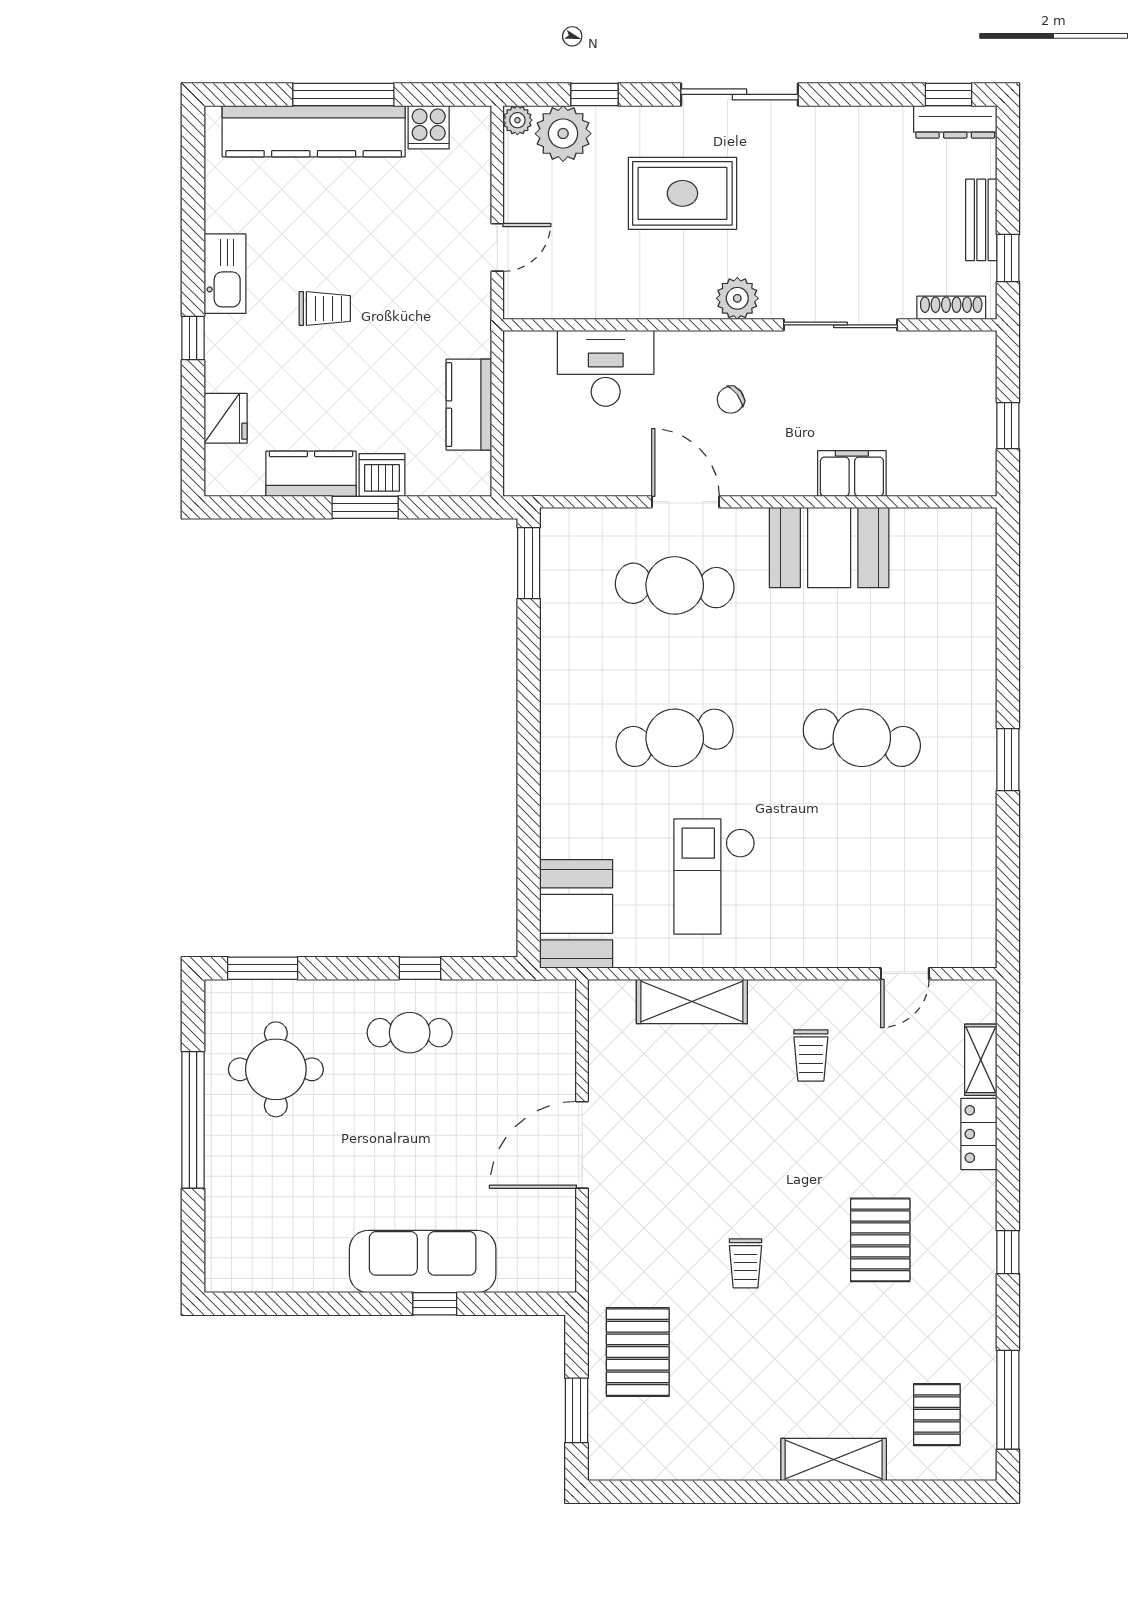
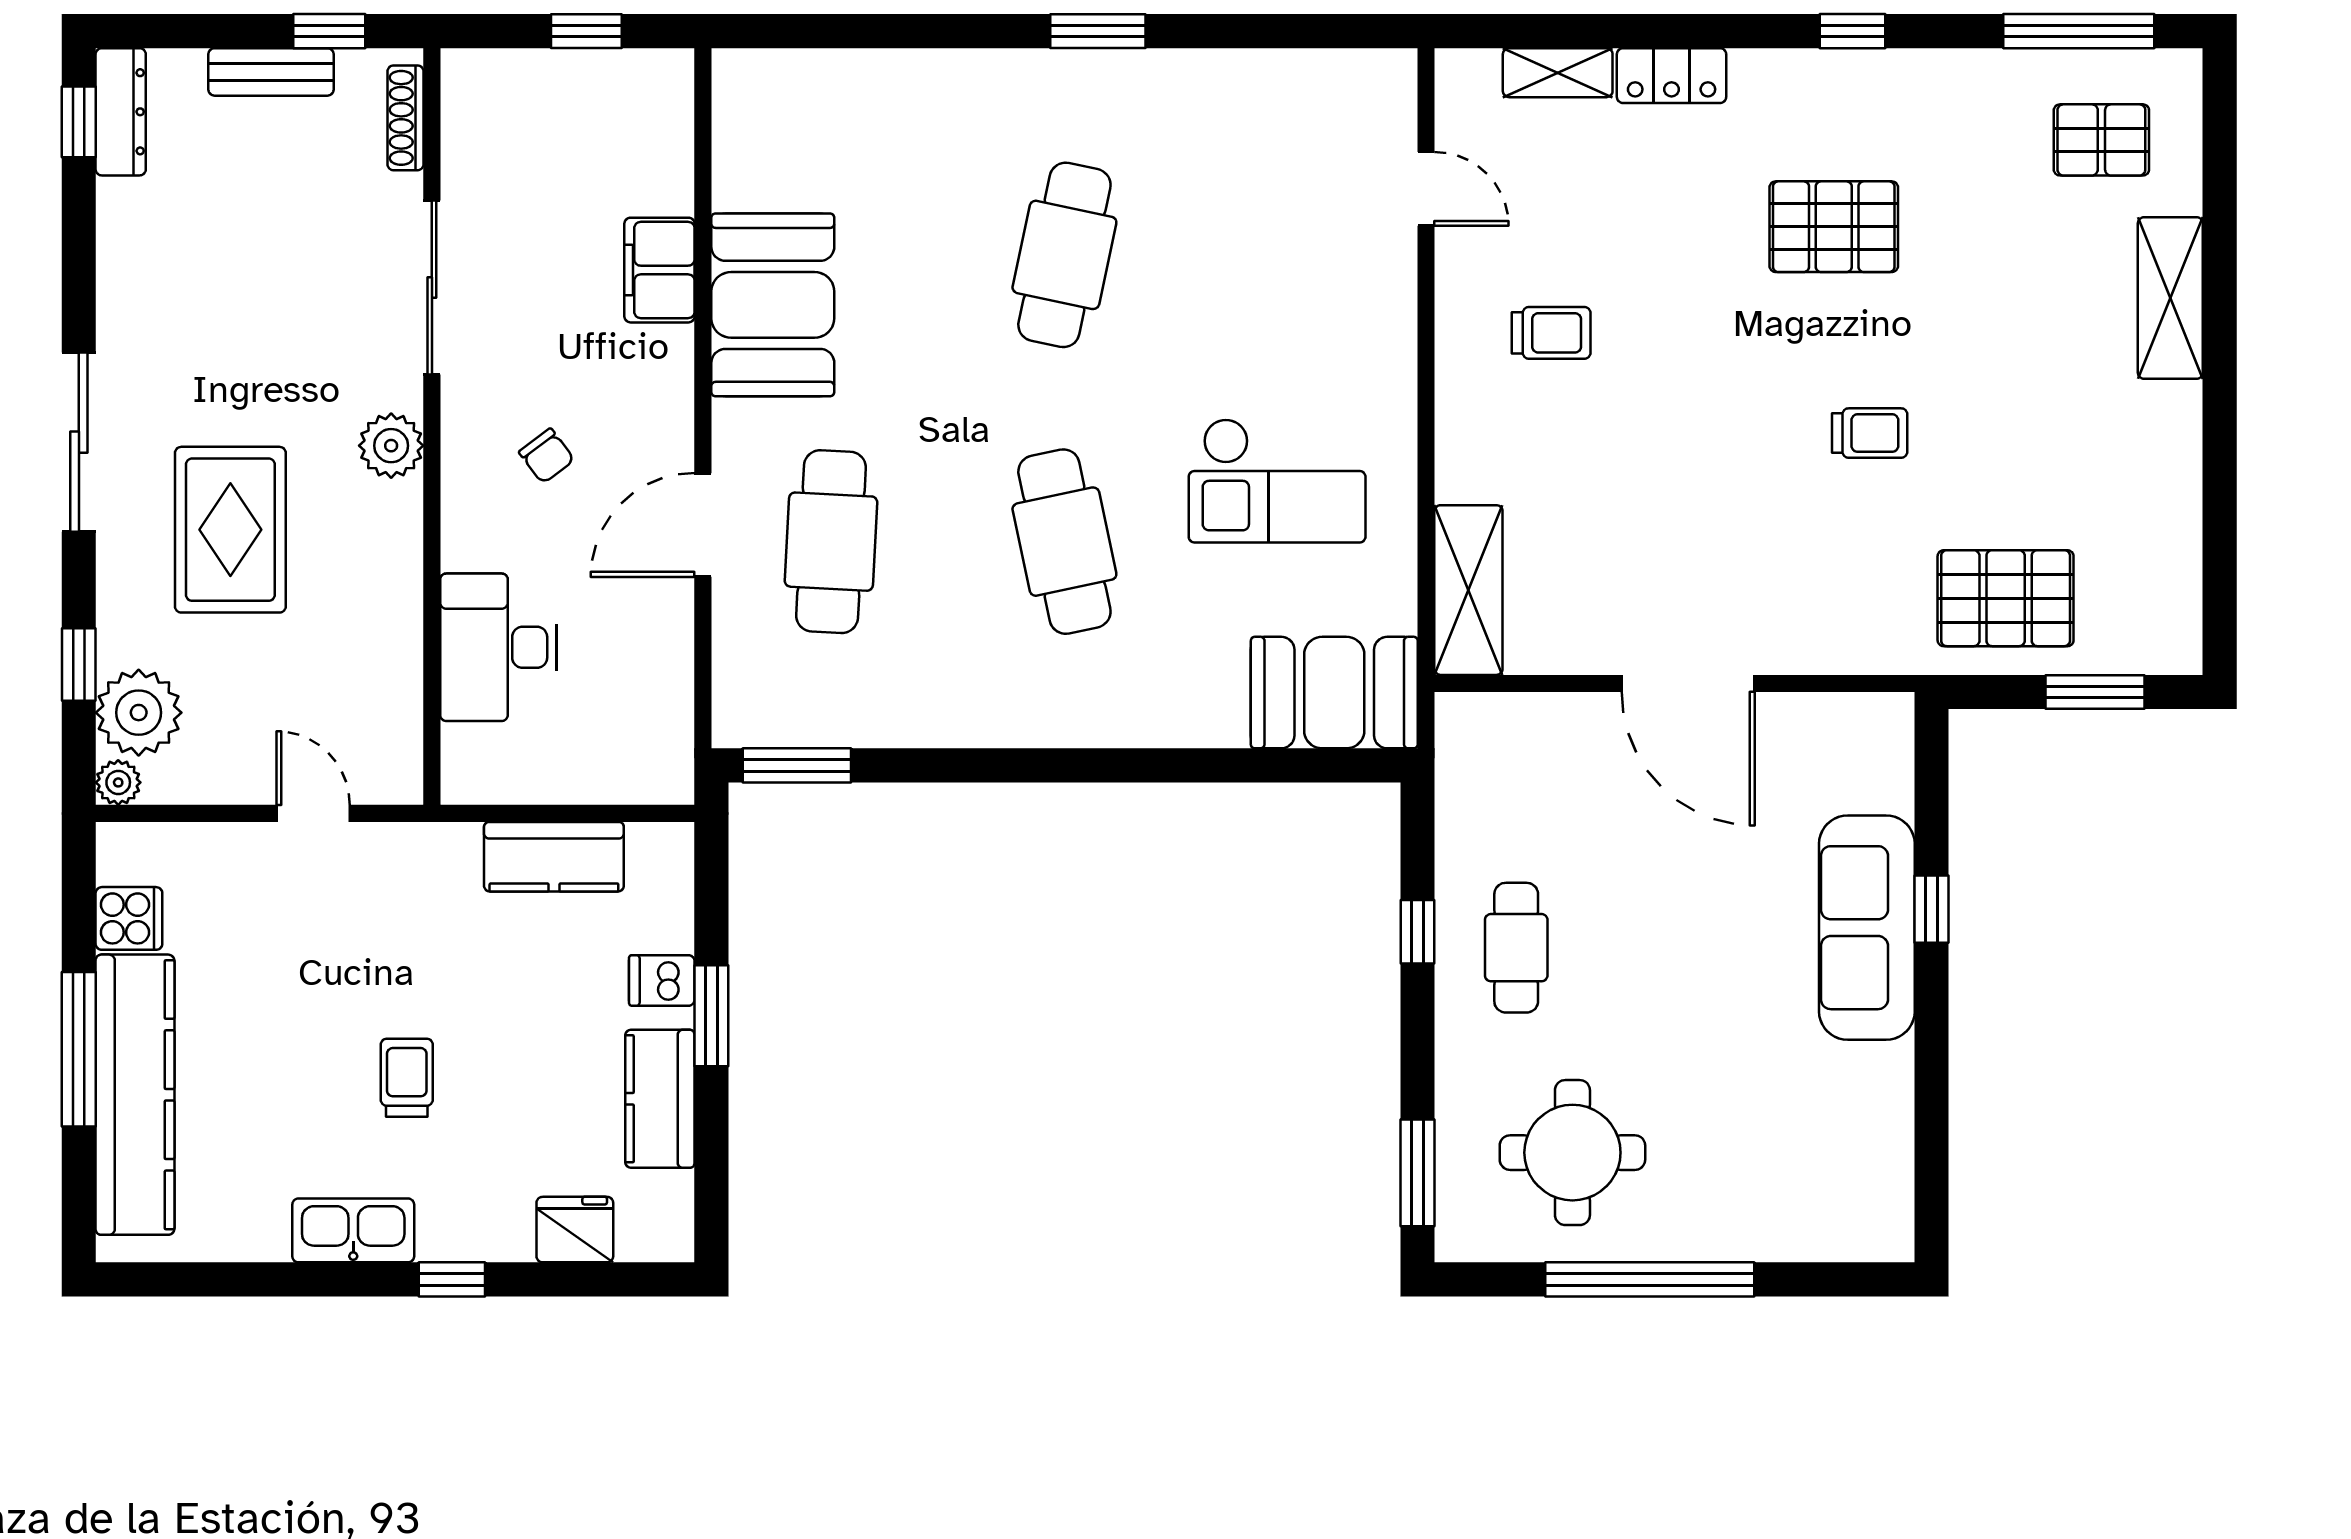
dishwasher: (382, 475) -> (662, 980), width x0.73
shelving: (692, 1001) -> (1468, 590), moved

